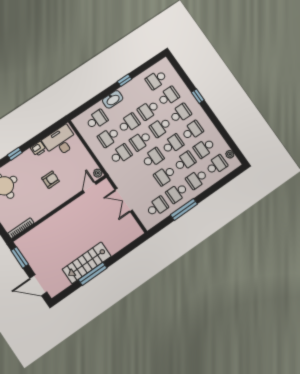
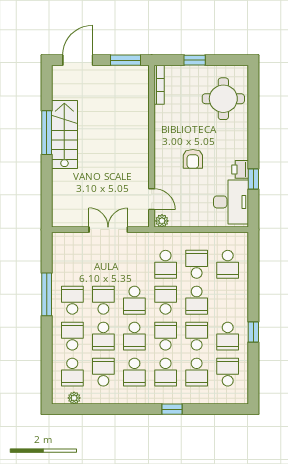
washbasin: (113, 99) -> (240, 301), removed
window: (15, 154) -> (253, 179), moved
school desk: (157, 207) -> (228, 336), moved

